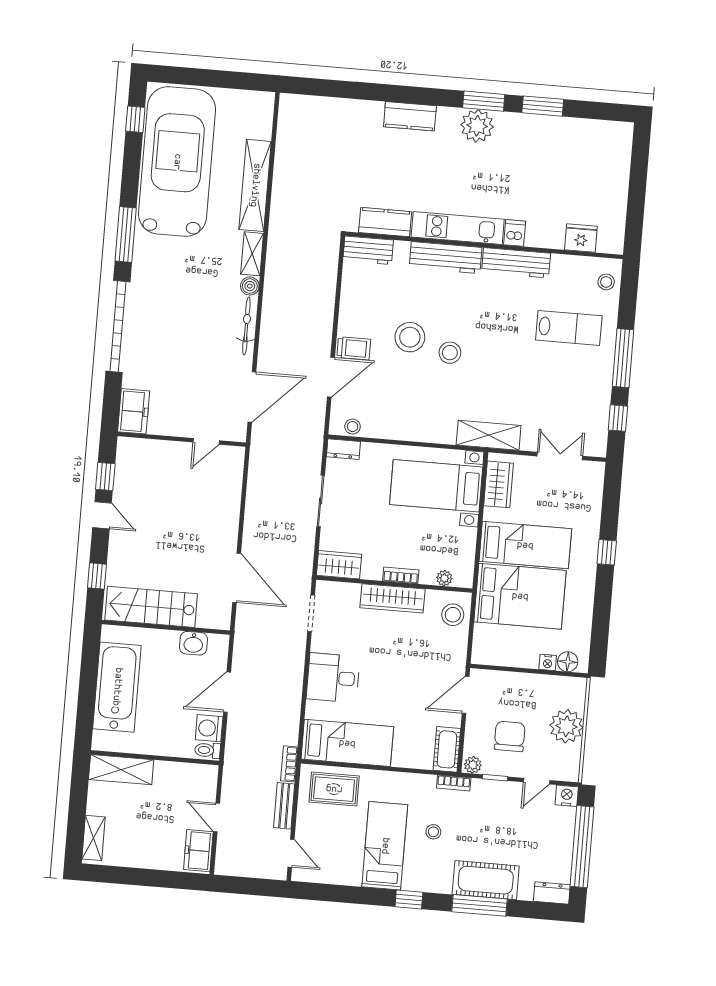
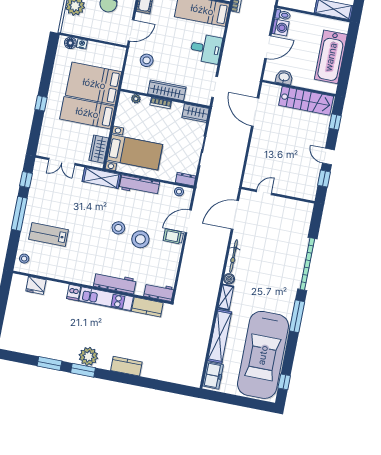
workbench: (516, 263) -> (139, 185), moved, turned 180
freezer: (134, 411) -> (213, 375), moved, turned 180
stool: (453, 615) -> (147, 60), moved

